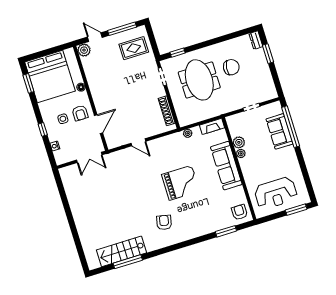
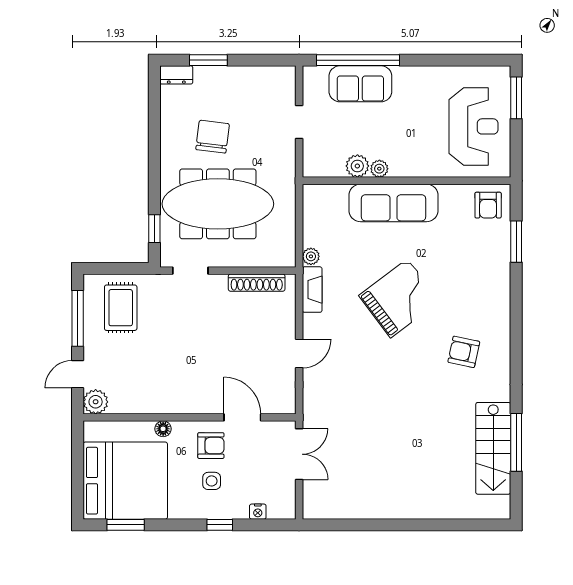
meeting table: (199, 80) -> (218, 204), width x1.36
fireplace: (212, 126) -> (312, 290), moved
grand piano: (181, 183) -> (399, 298), turned 53
armchair: (239, 212) -> (488, 205), turned -90

